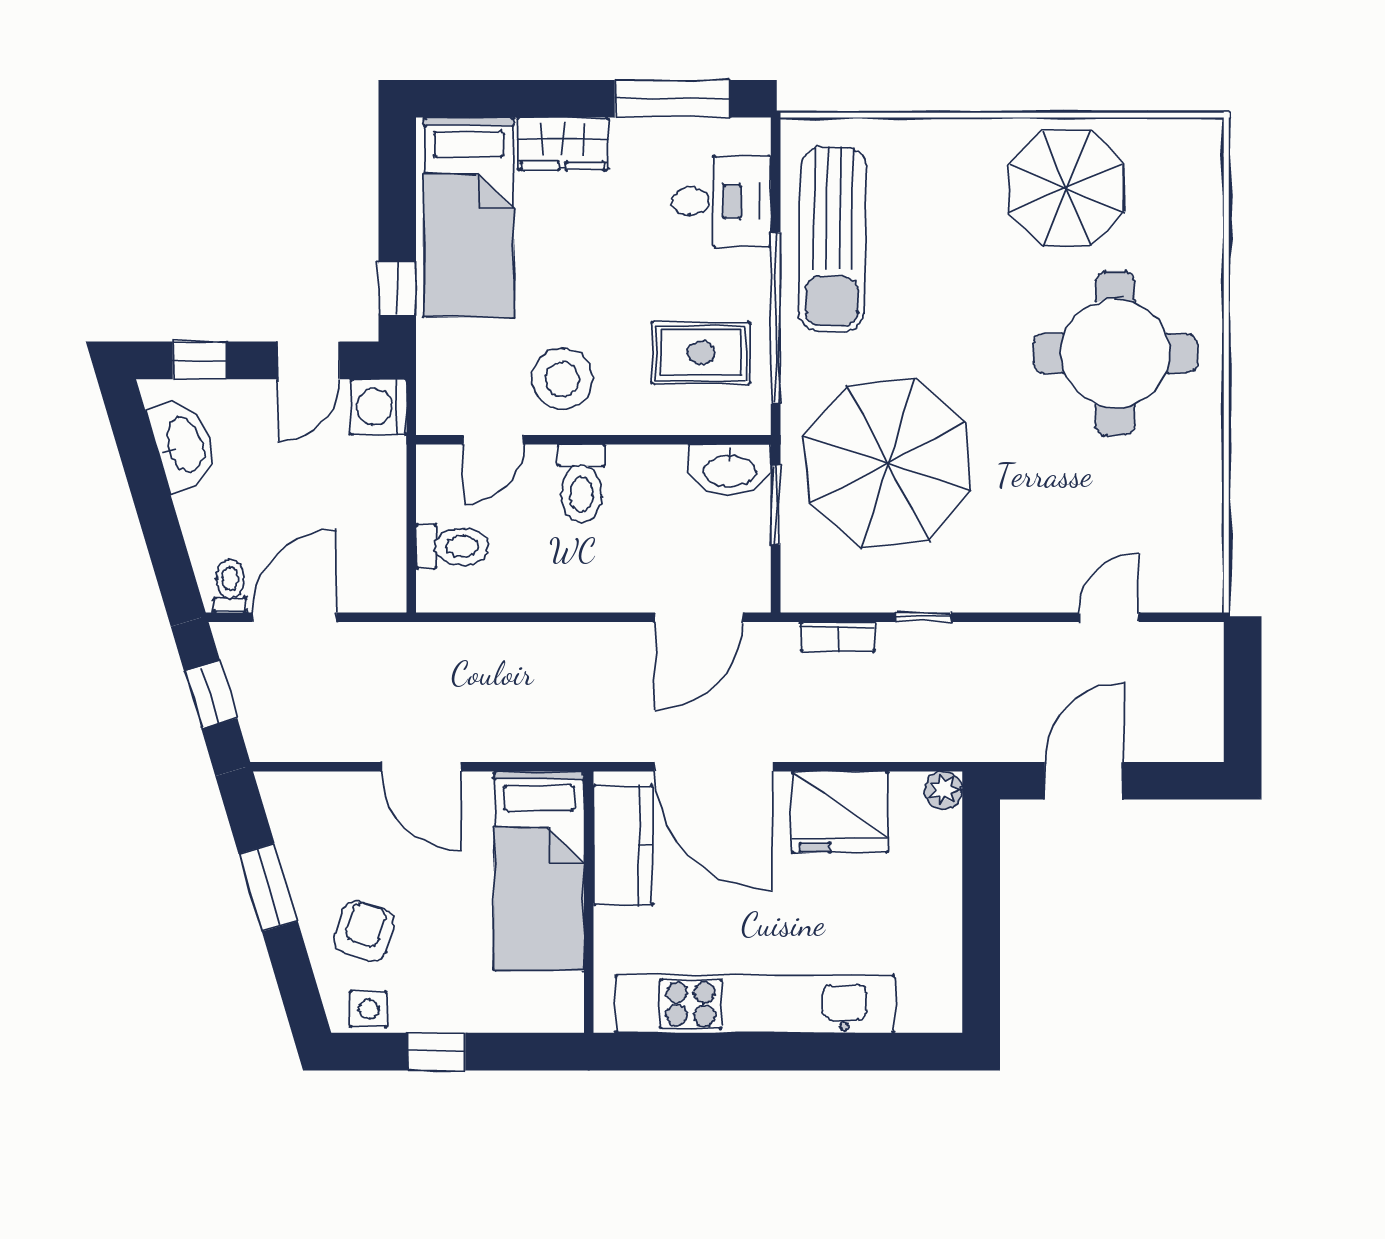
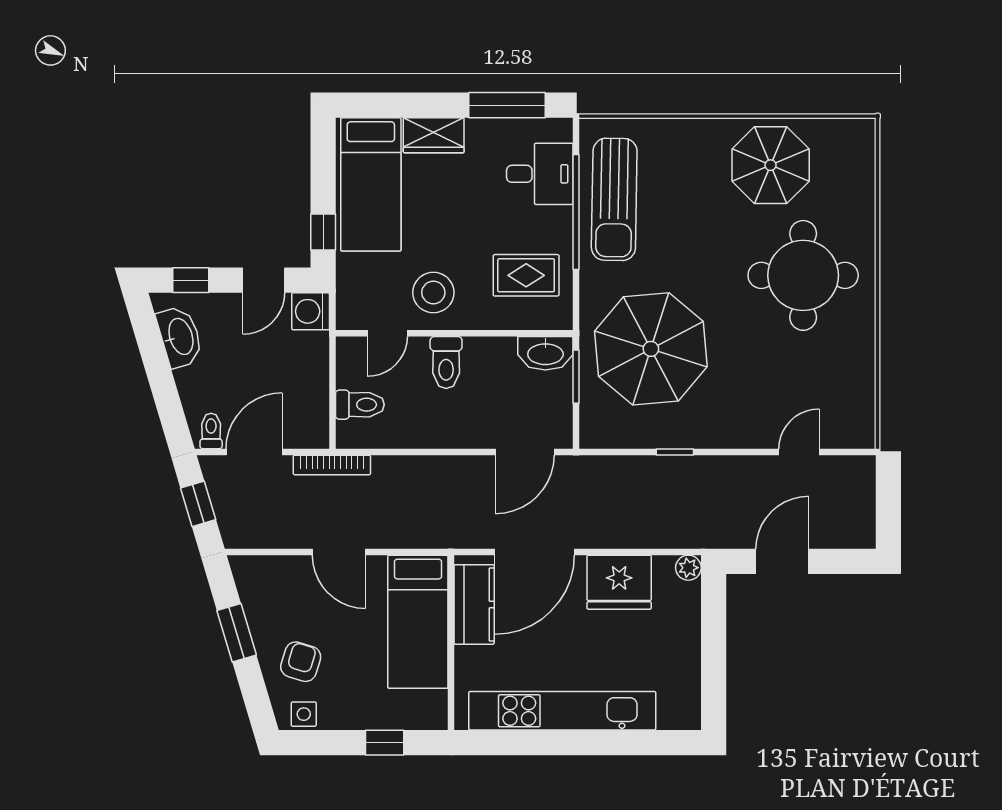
window: (776, 318) -> (576, 212), moved
bookcase: (838, 637) -> (332, 465), moved, width x1.56
door: (714, 767) -> (535, 552), hinge flipped
window: (437, 1052) -> (385, 743), moved

